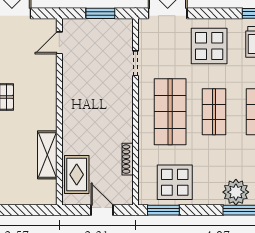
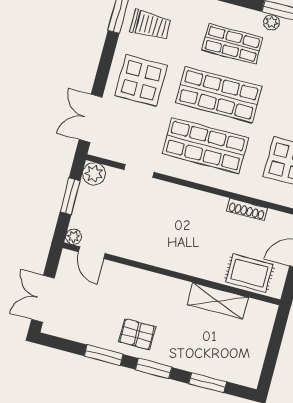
plant: (68, 25) -> (74, 237), added
plant: (124, 28) -> (94, 174), added
shop shelf: (214, 112) -> (219, 95), width x1.43, depth x1.36

